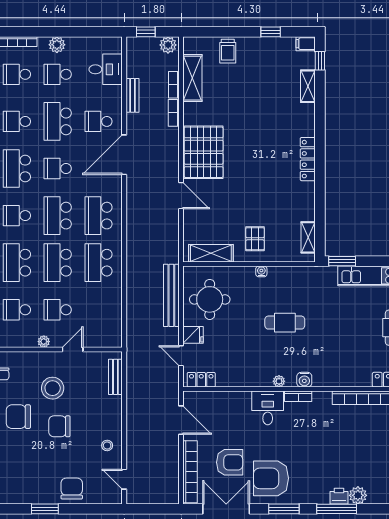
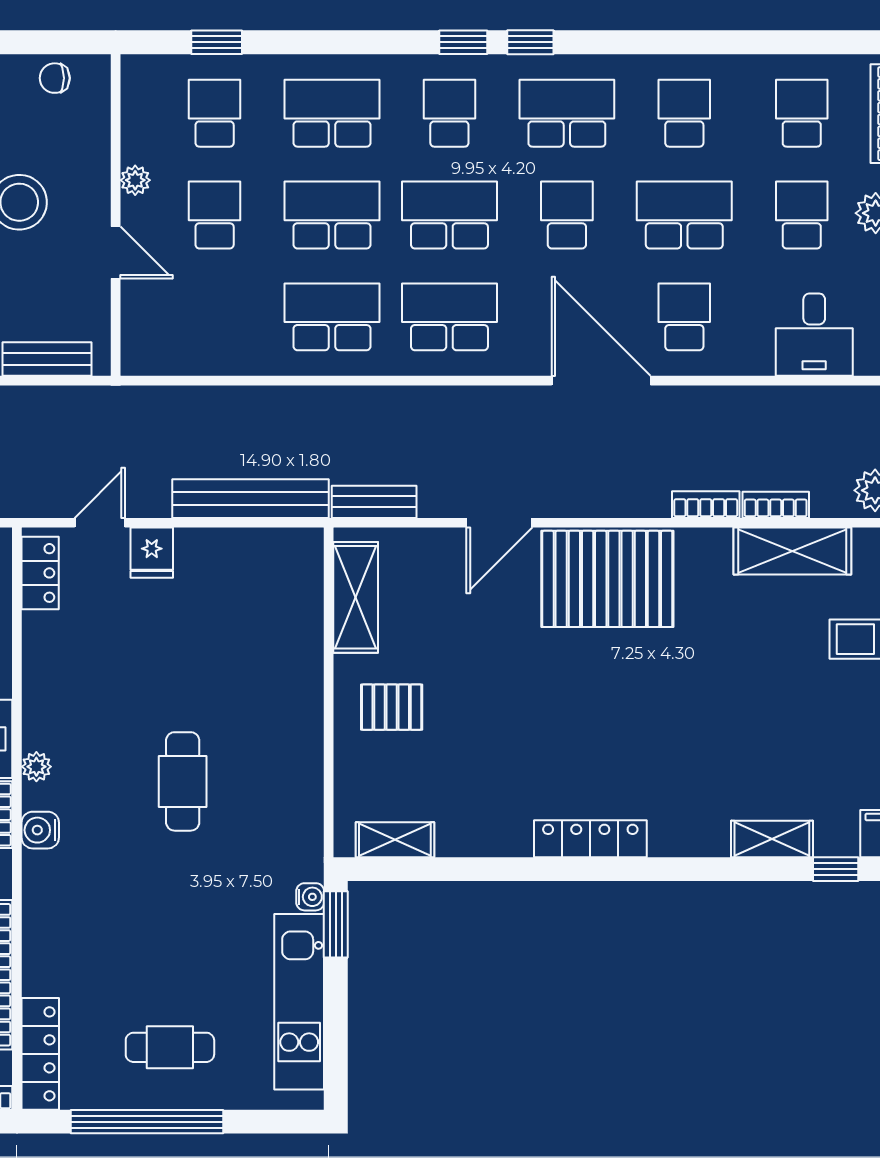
bench: (132, 95) -> (374, 502), moved
water cooler: (261, 271) -> (310, 897), moved
round table: (210, 299) -> (240, 594), removed

